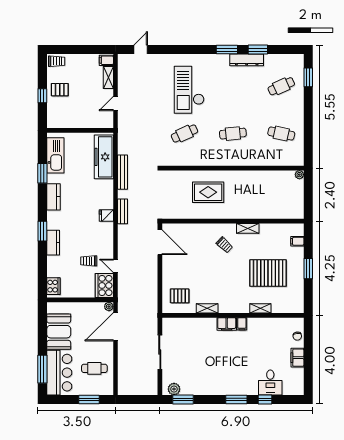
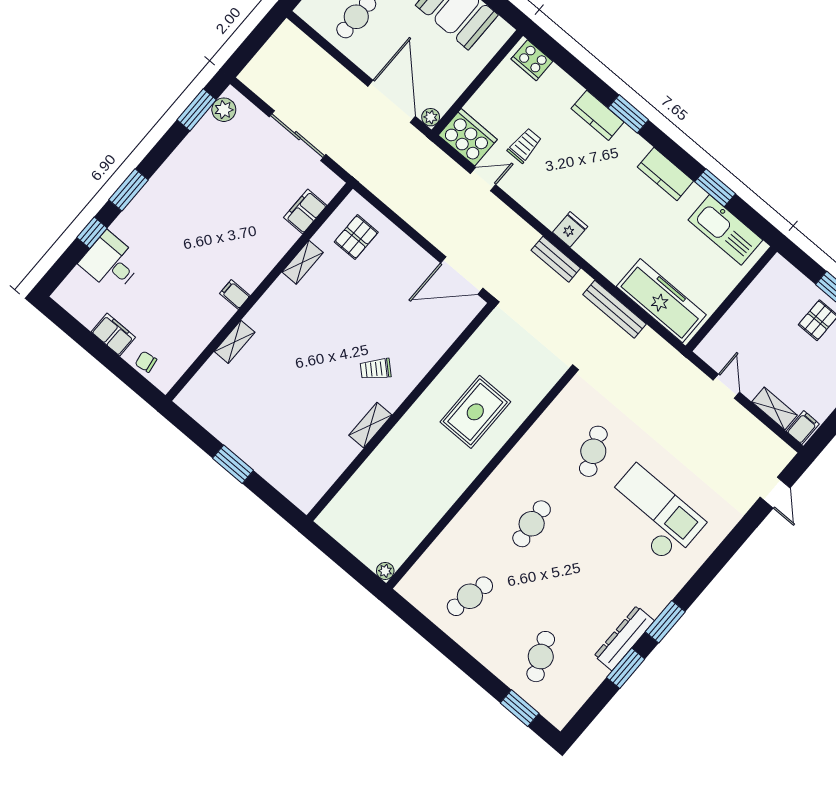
filing cabinet: (297, 241) -> (288, 483), removed
pallet: (268, 273) -> (278, 399), removed
filing cabinet: (227, 324) -> (305, 212), moved

